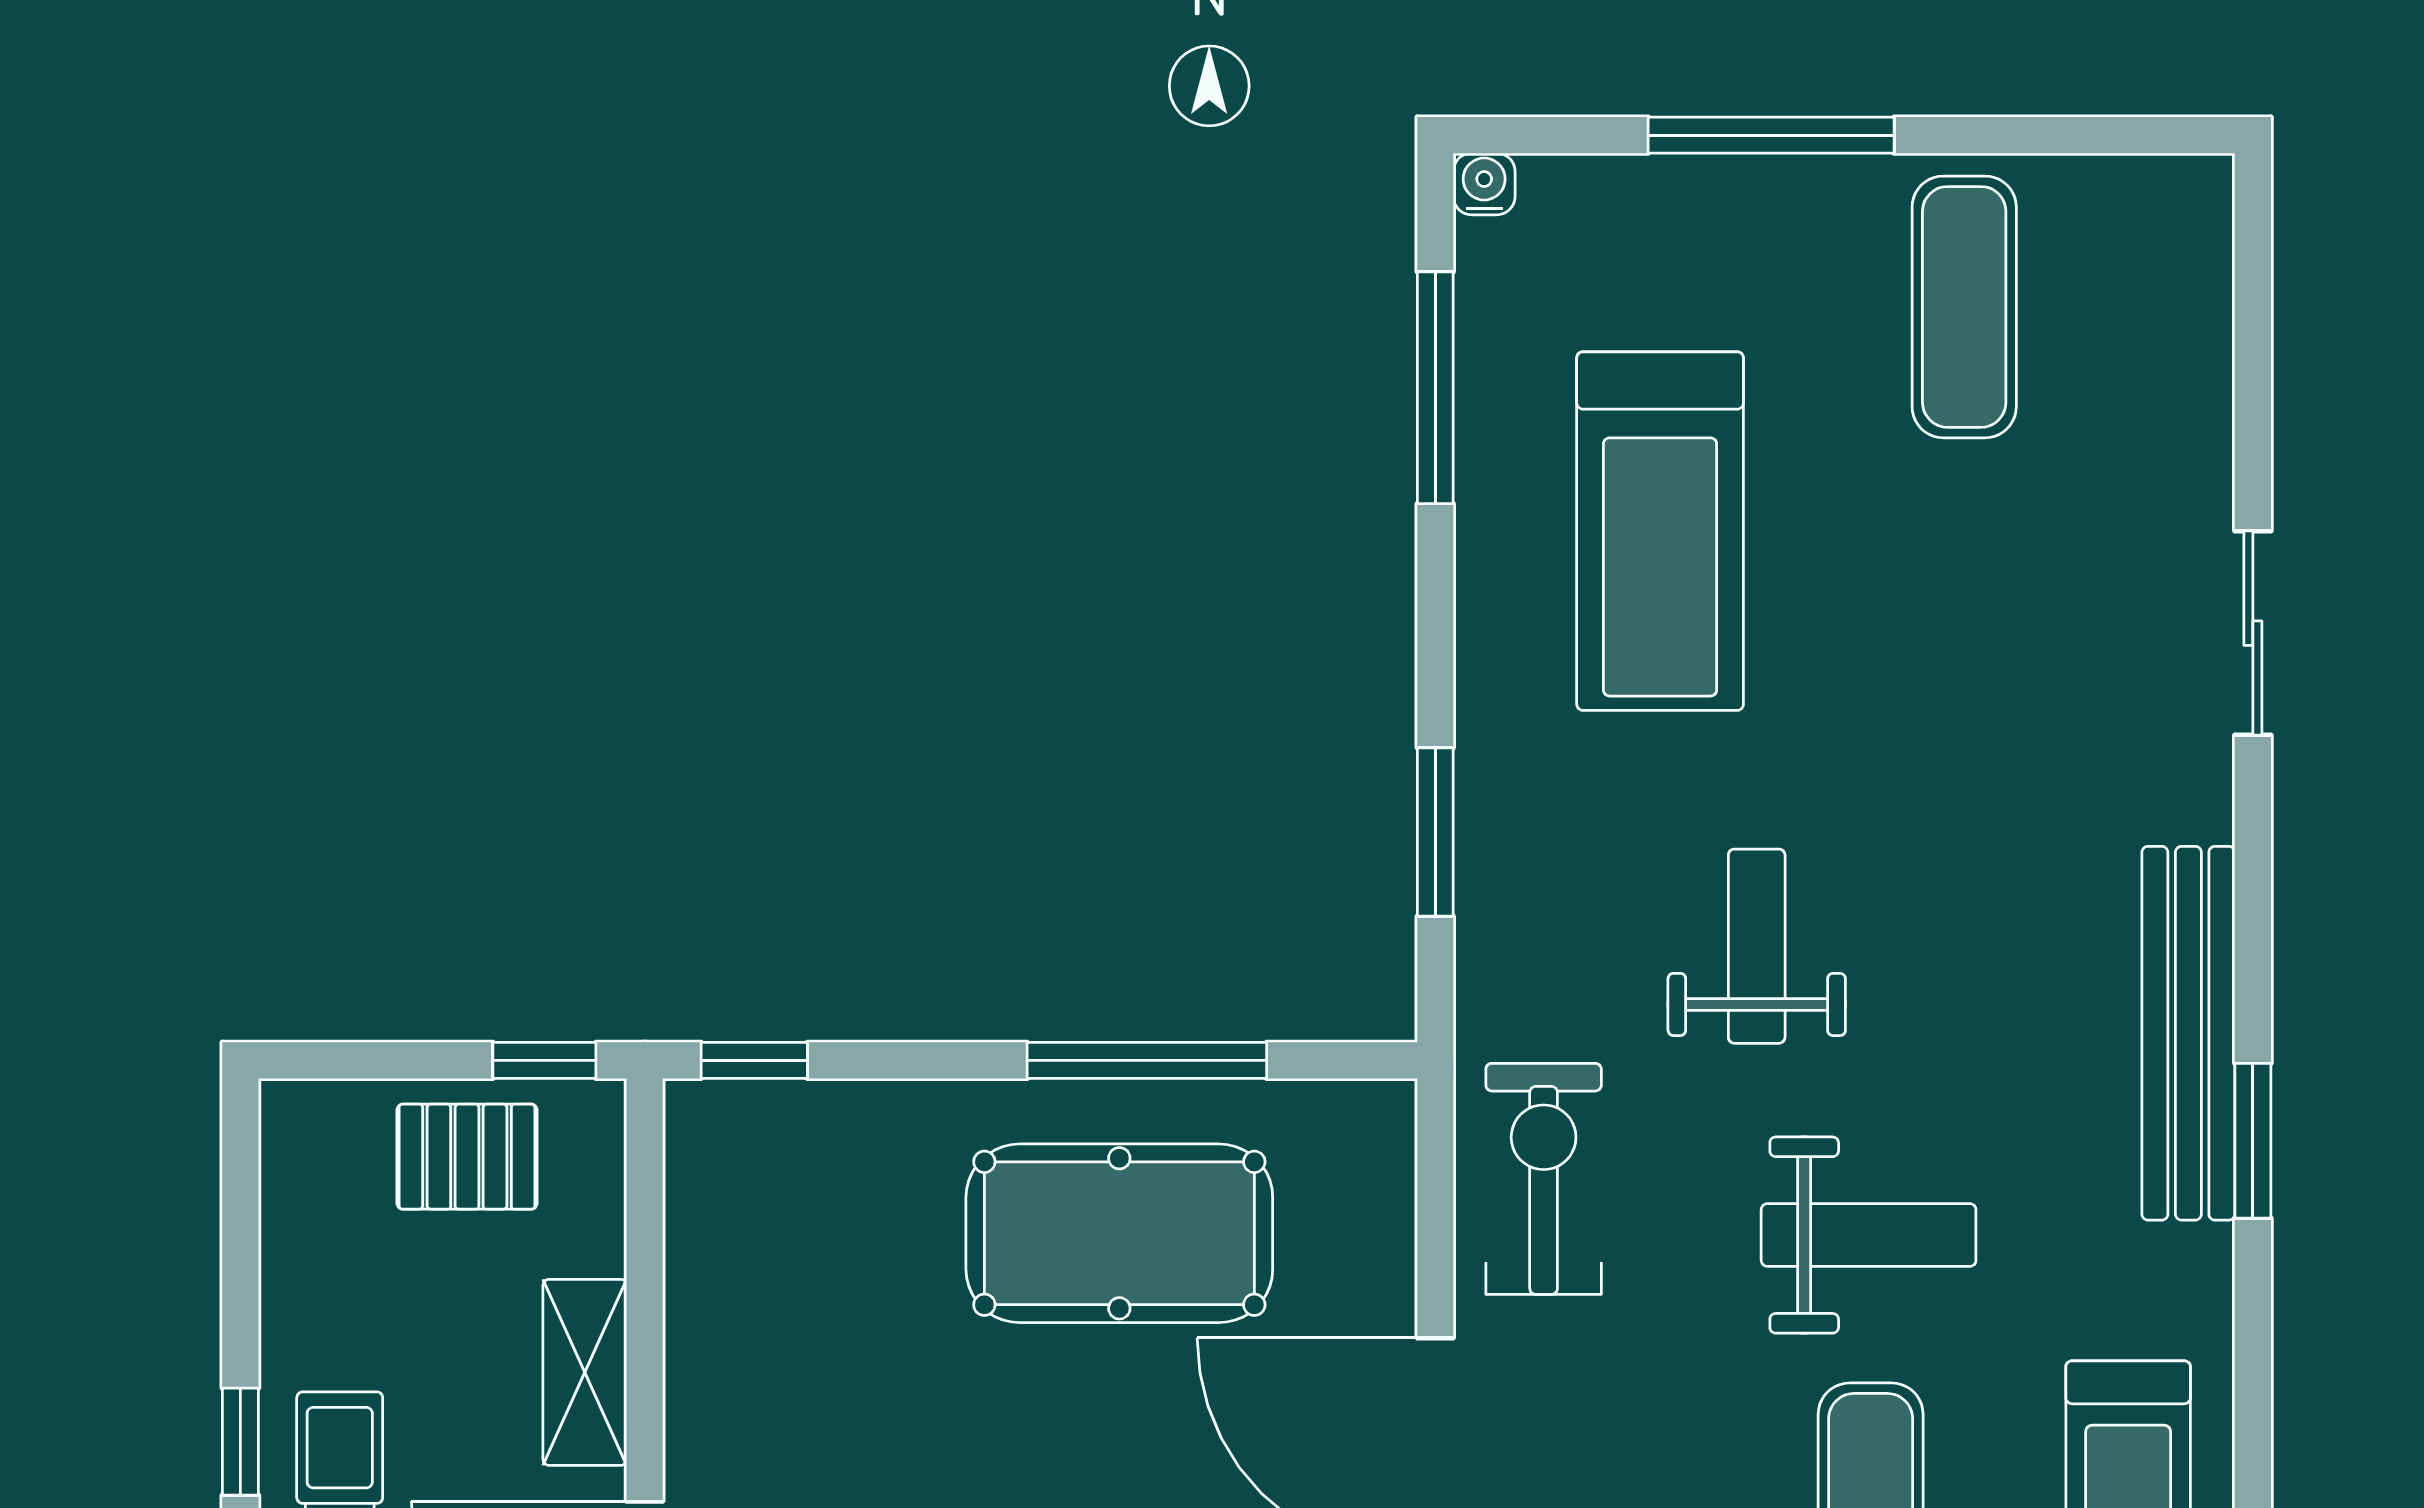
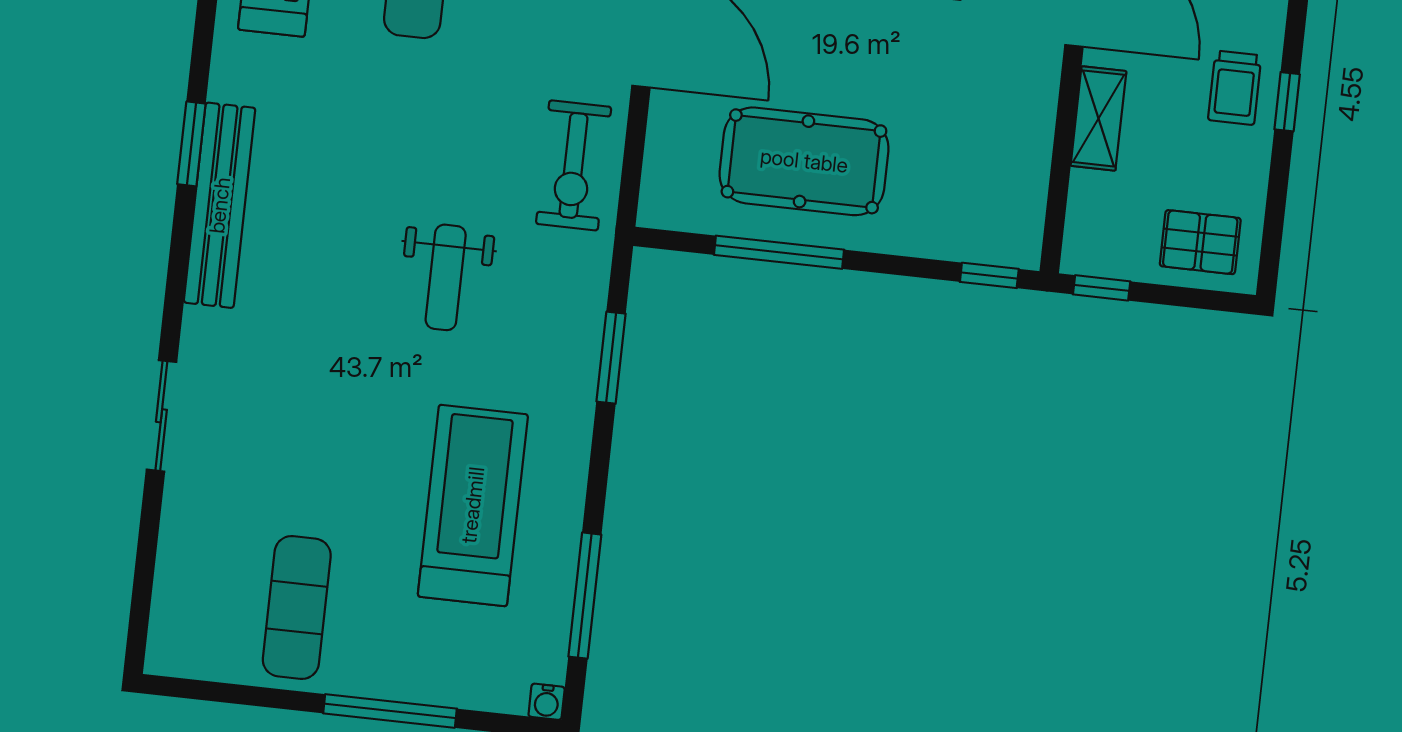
pallet: (467, 1157) -> (1200, 242), moved
weight bench: (1869, 1235) -> (403, 116), removed

